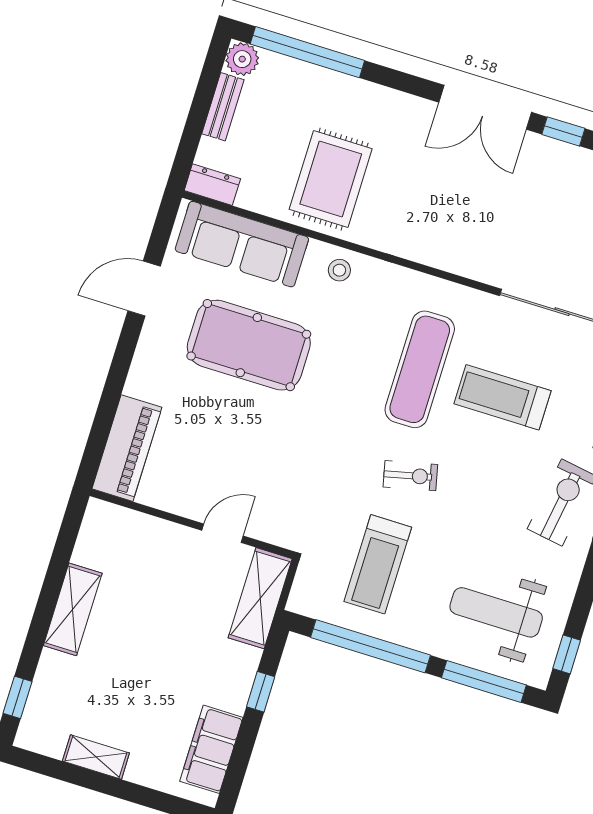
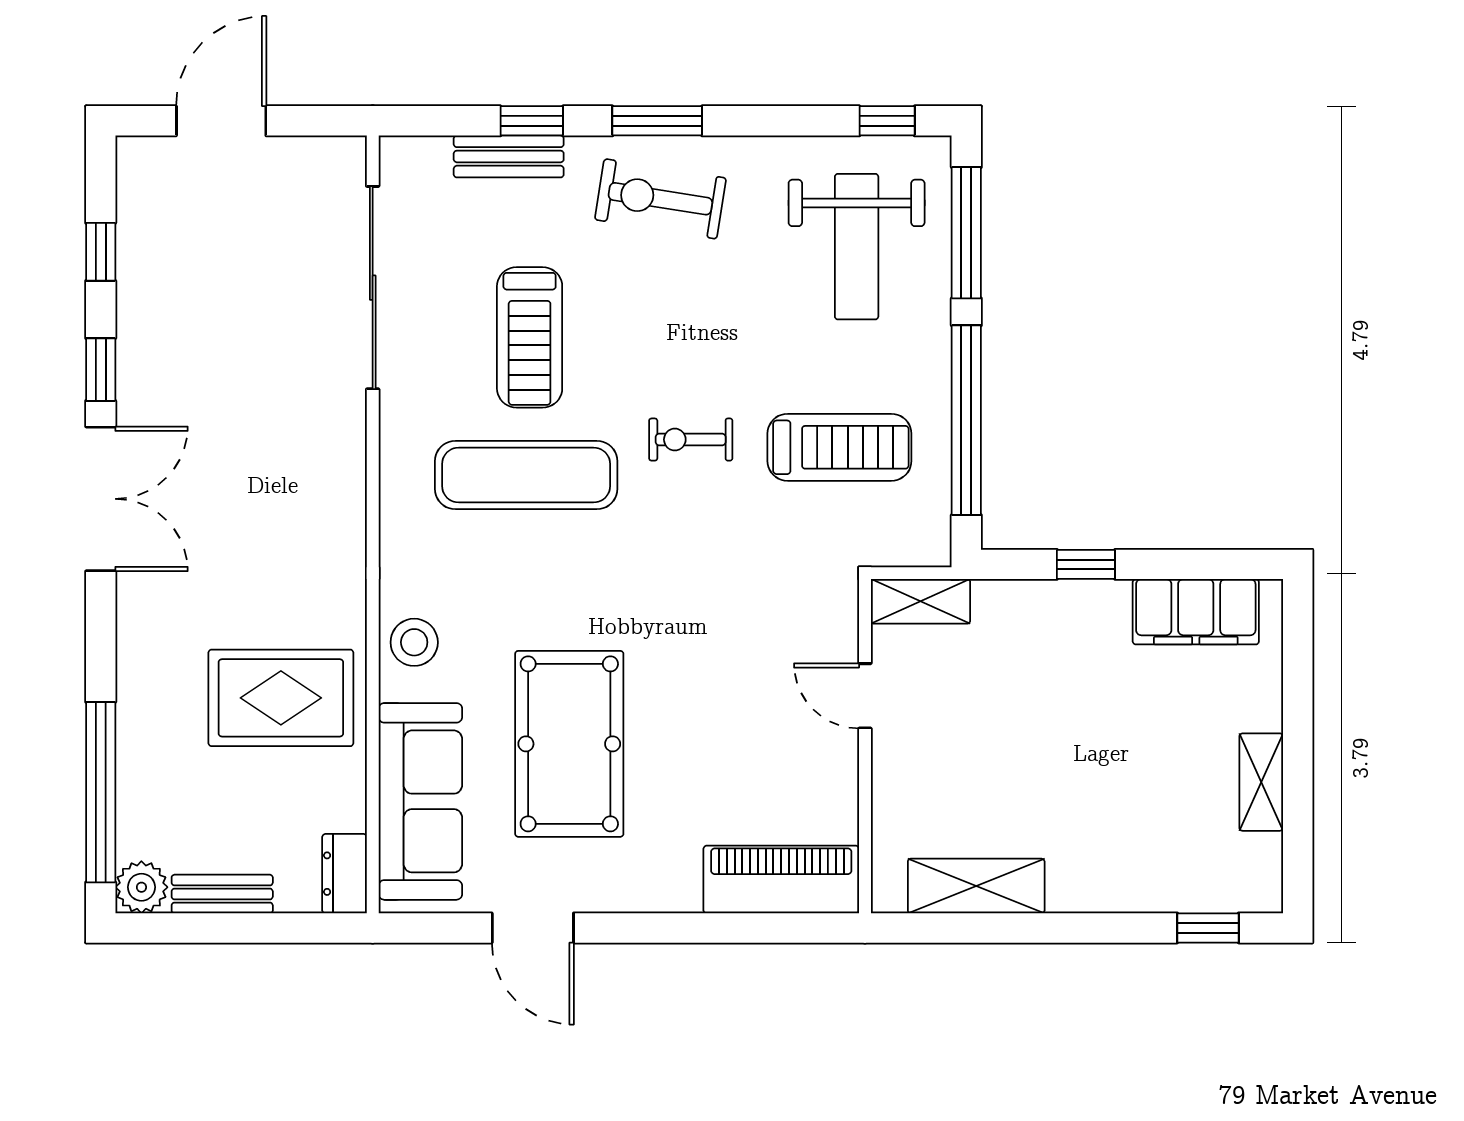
stool: (339, 270) -> (414, 642), width x1.37, depth x1.37
exercise bike: (410, 476) -> (691, 440), turned -77
shelving: (260, 598) -> (920, 601), width x0.67, depth x0.75
shelving: (73, 609) -> (976, 886), moved

